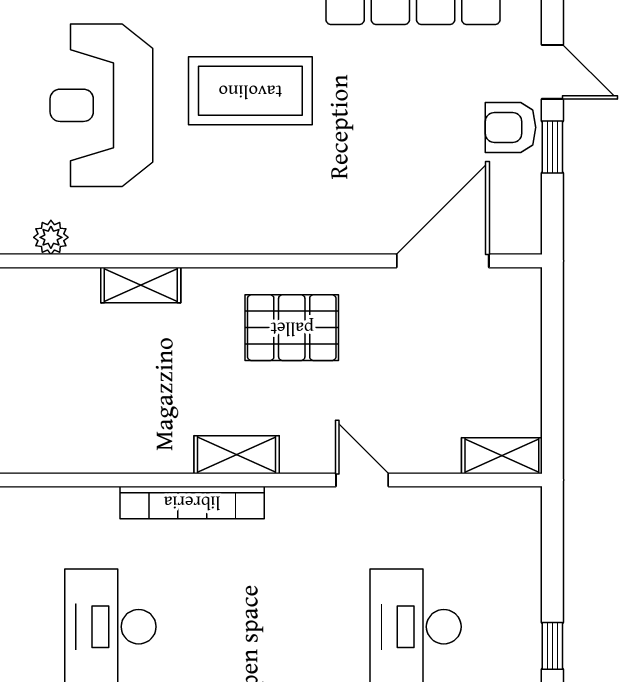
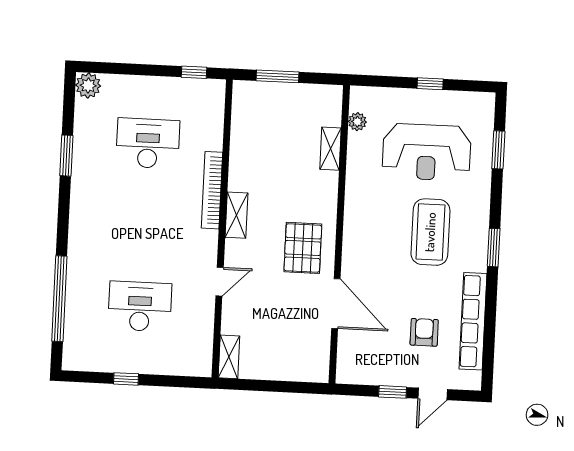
reception desk: (101, 105) -> (427, 152), turned 180
armchair: (511, 127) -> (424, 332), moved
door: (443, 261) -> (336, 304), moved
shelving: (141, 285) -> (331, 149), moved

